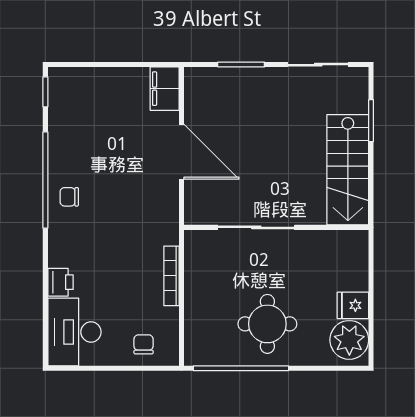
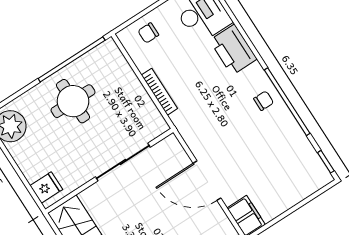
printer: (61, 282) -> (233, 50), width x1.87, depth x1.48
fridge: (353, 305) -> (46, 187), moved
chair: (144, 344) -> (148, 33), turned 90

